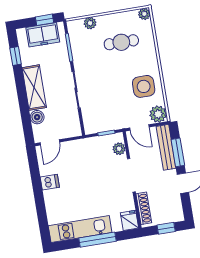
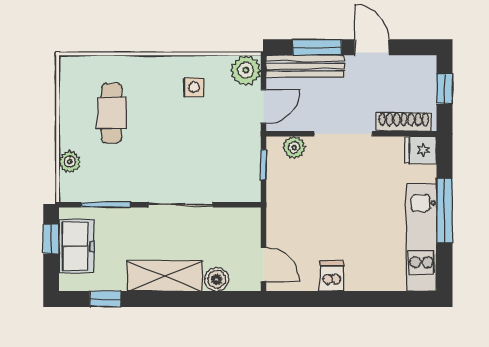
plant: (144, 14) -> (69, 66), removed
side table: (144, 86) -> (194, 87), width x0.54, depth x0.54

